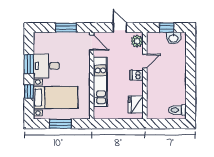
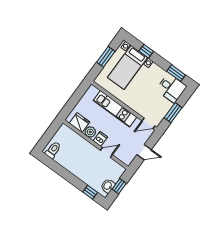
plant: (137, 41) -> (90, 132), moved
window: (191, 50) -> (90, 192), added
door: (145, 61) -> (106, 153), swing flipped
window: (29, 64) -> (176, 73), moved
desk: (46, 66) -> (171, 88), moved, turned 90

